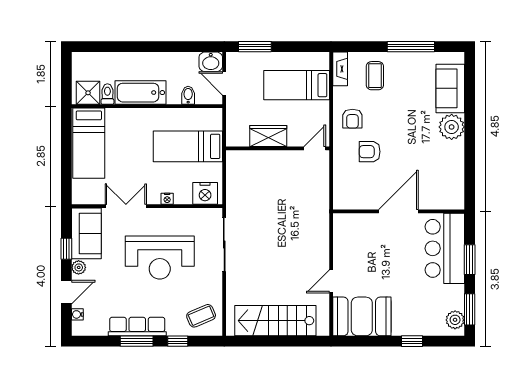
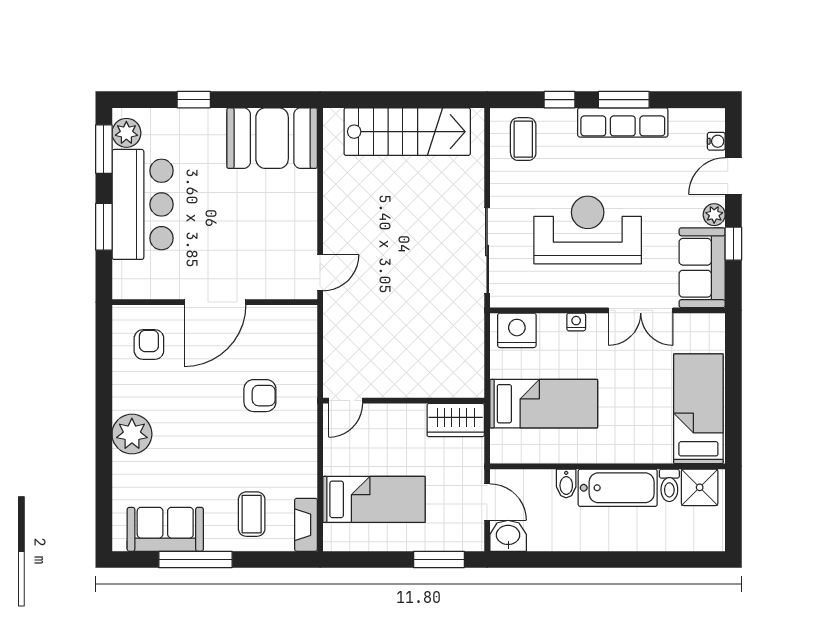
sofa: (450, 88) -> (165, 529), moved, turned -90
bidet: (188, 95) -> (566, 483), moved
armchair: (352, 119) -> (149, 344), moved
wardrobe: (268, 136) -> (456, 420), moved
bar counter: (445, 248) -> (143, 204), moved
door: (331, 281) -> (320, 273), moved
coffee table: (201, 316) -> (523, 139), turned -67

